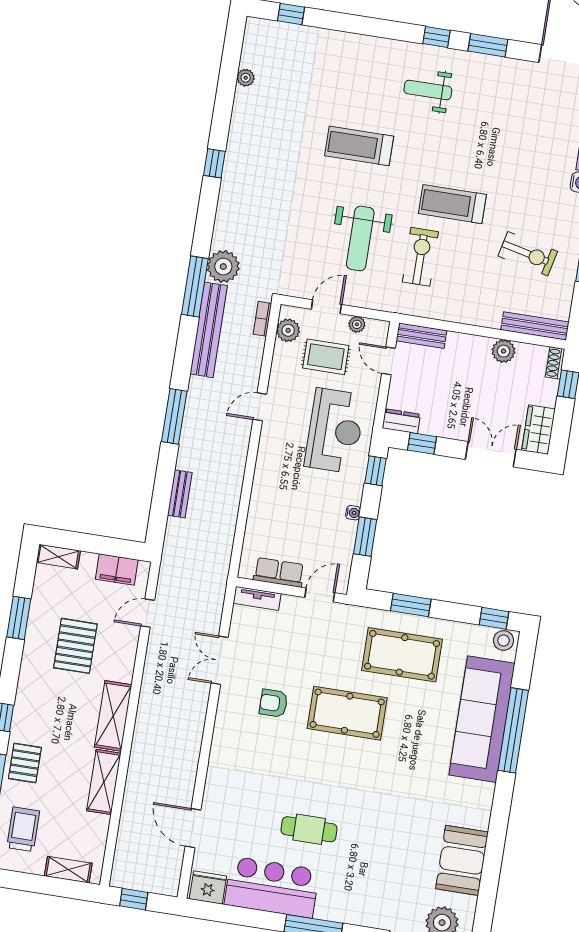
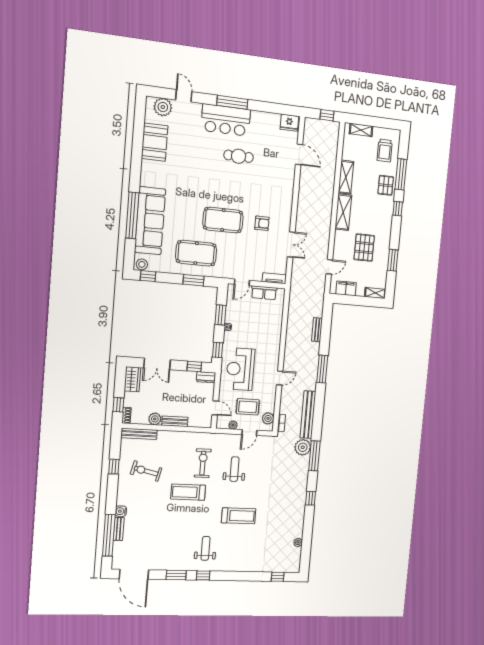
weight bench: (428, 90) -> (206, 548), turned -90
treadmill: (452, 204) -> (188, 492), turned 180
weight bench: (360, 238) -> (235, 469), width x0.73, depth x0.75
exercise bike: (420, 257) -> (203, 463), turned 180
window: (195, 286) -> (314, 456), moved
bench: (421, 336) -> (175, 421), moved
bar counter: (272, 887) -> (226, 120), moved

